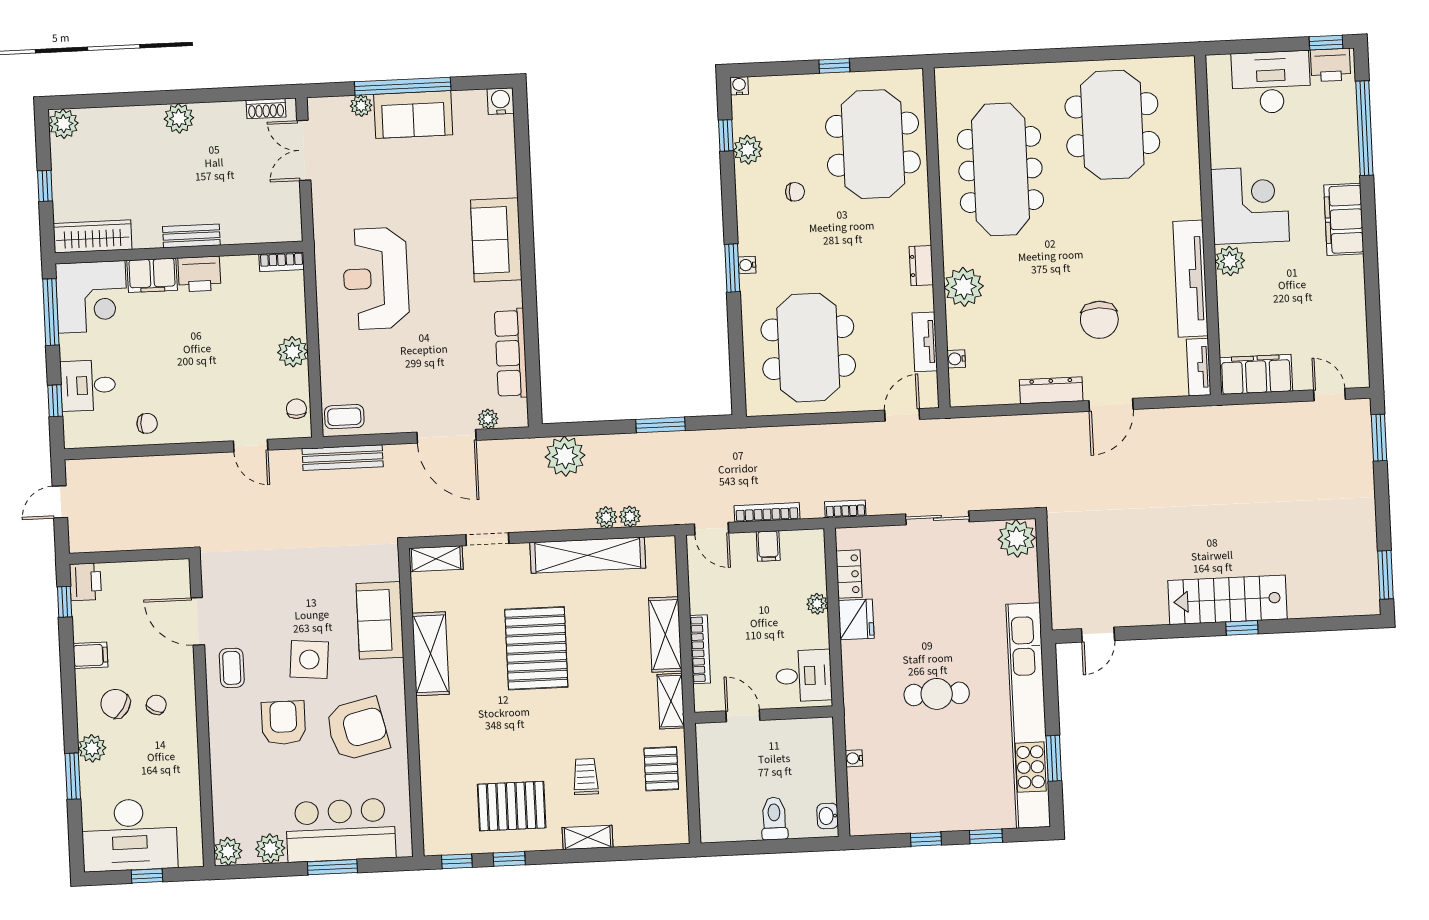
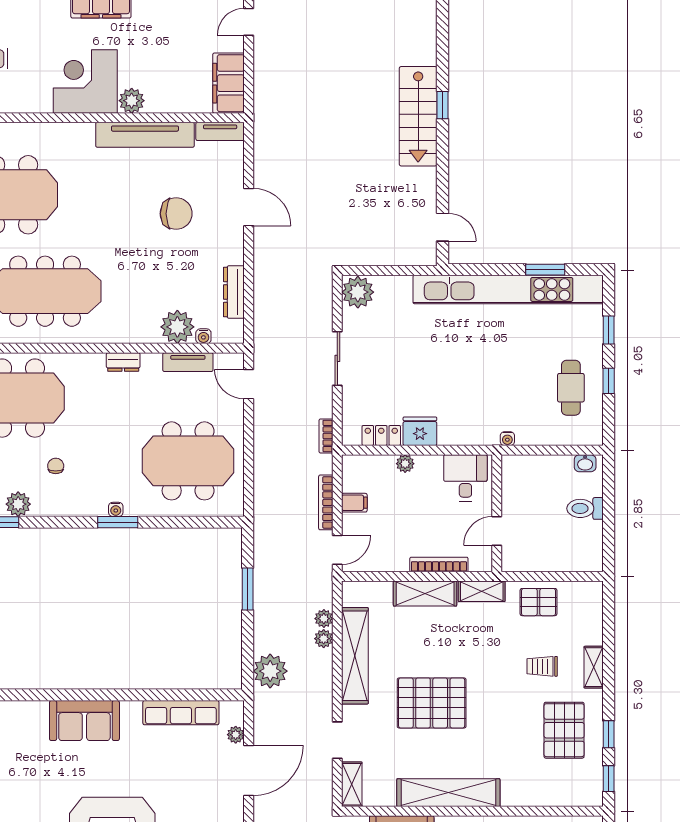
plant: (964, 287) -> (177, 327), moved
dresser: (1051, 390) -> (234, 292), moved
shelving: (431, 654) -> (448, 793), width x1.47
cafe table: (937, 694) -> (571, 388), moved
water cooler: (854, 758) -> (507, 439), moved

